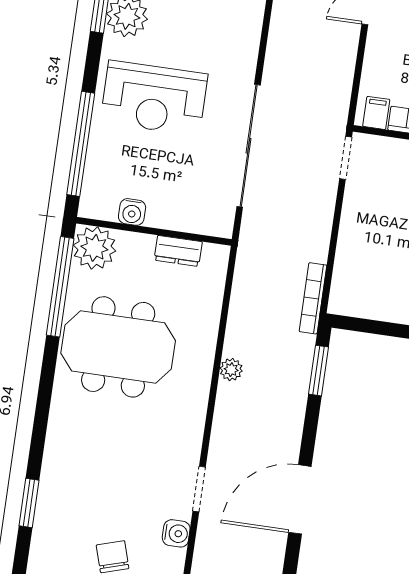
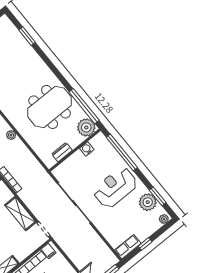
shelving: (356, 224) -> (20, 214), added

